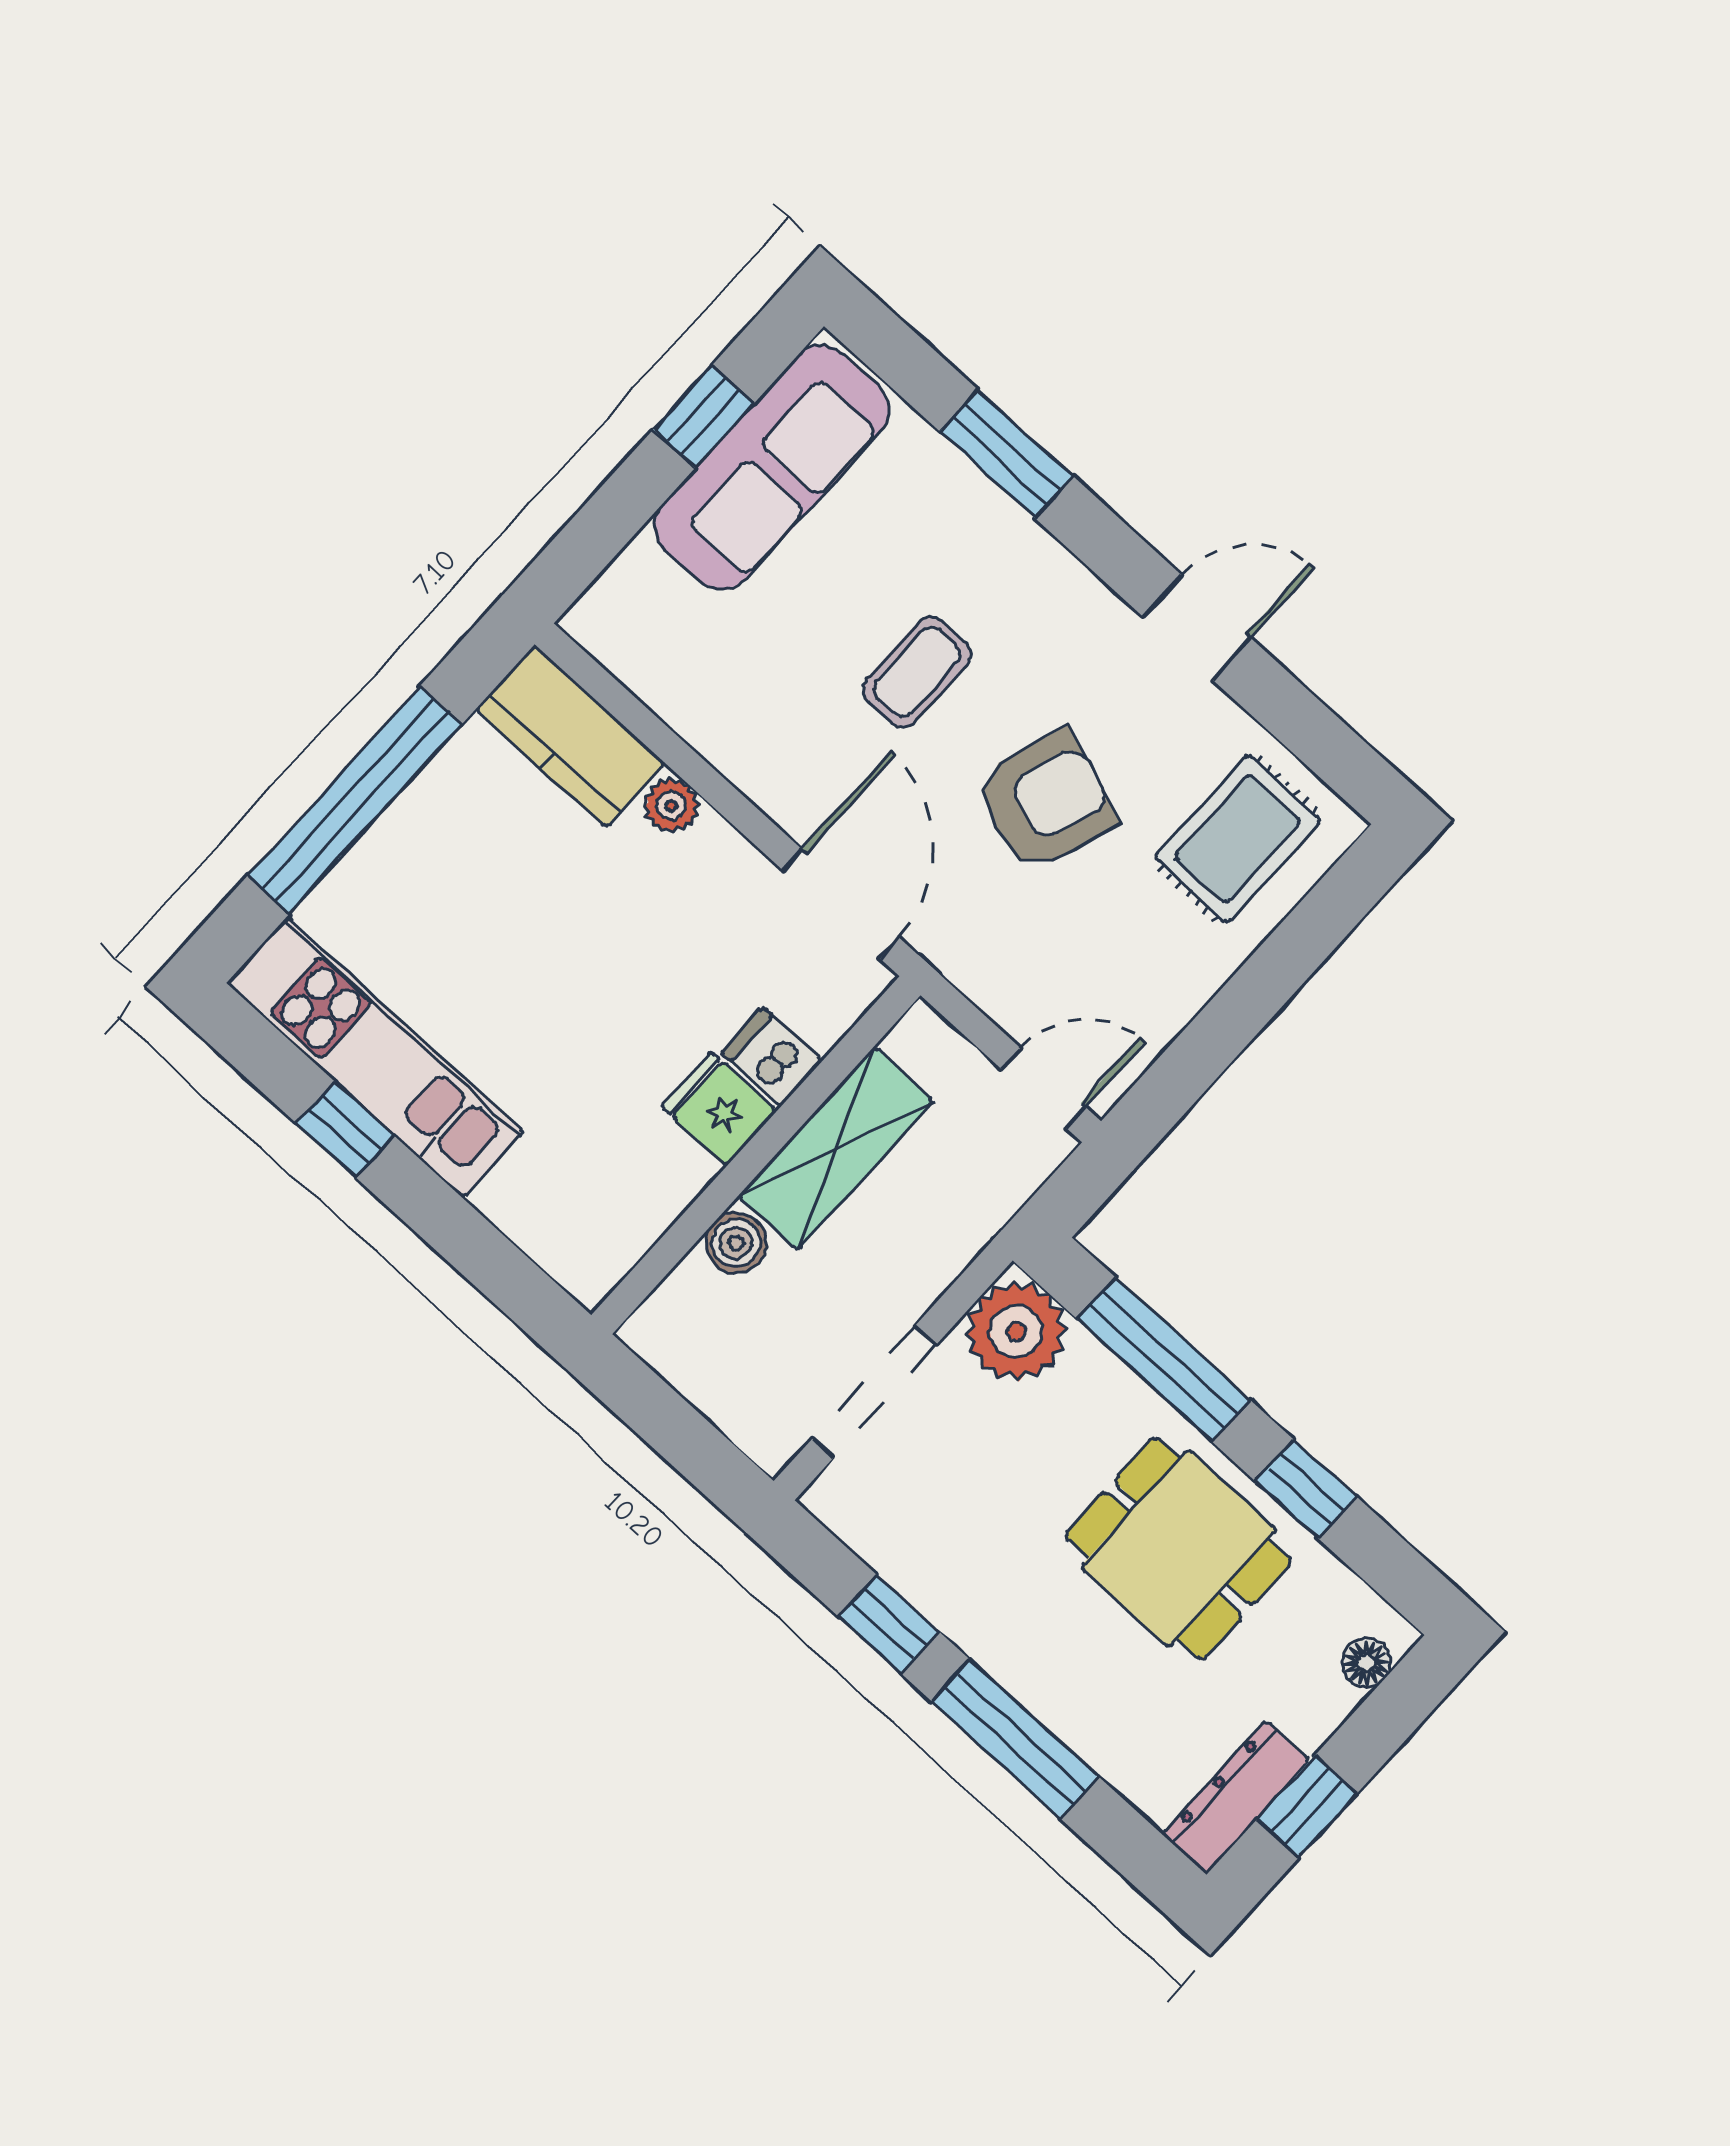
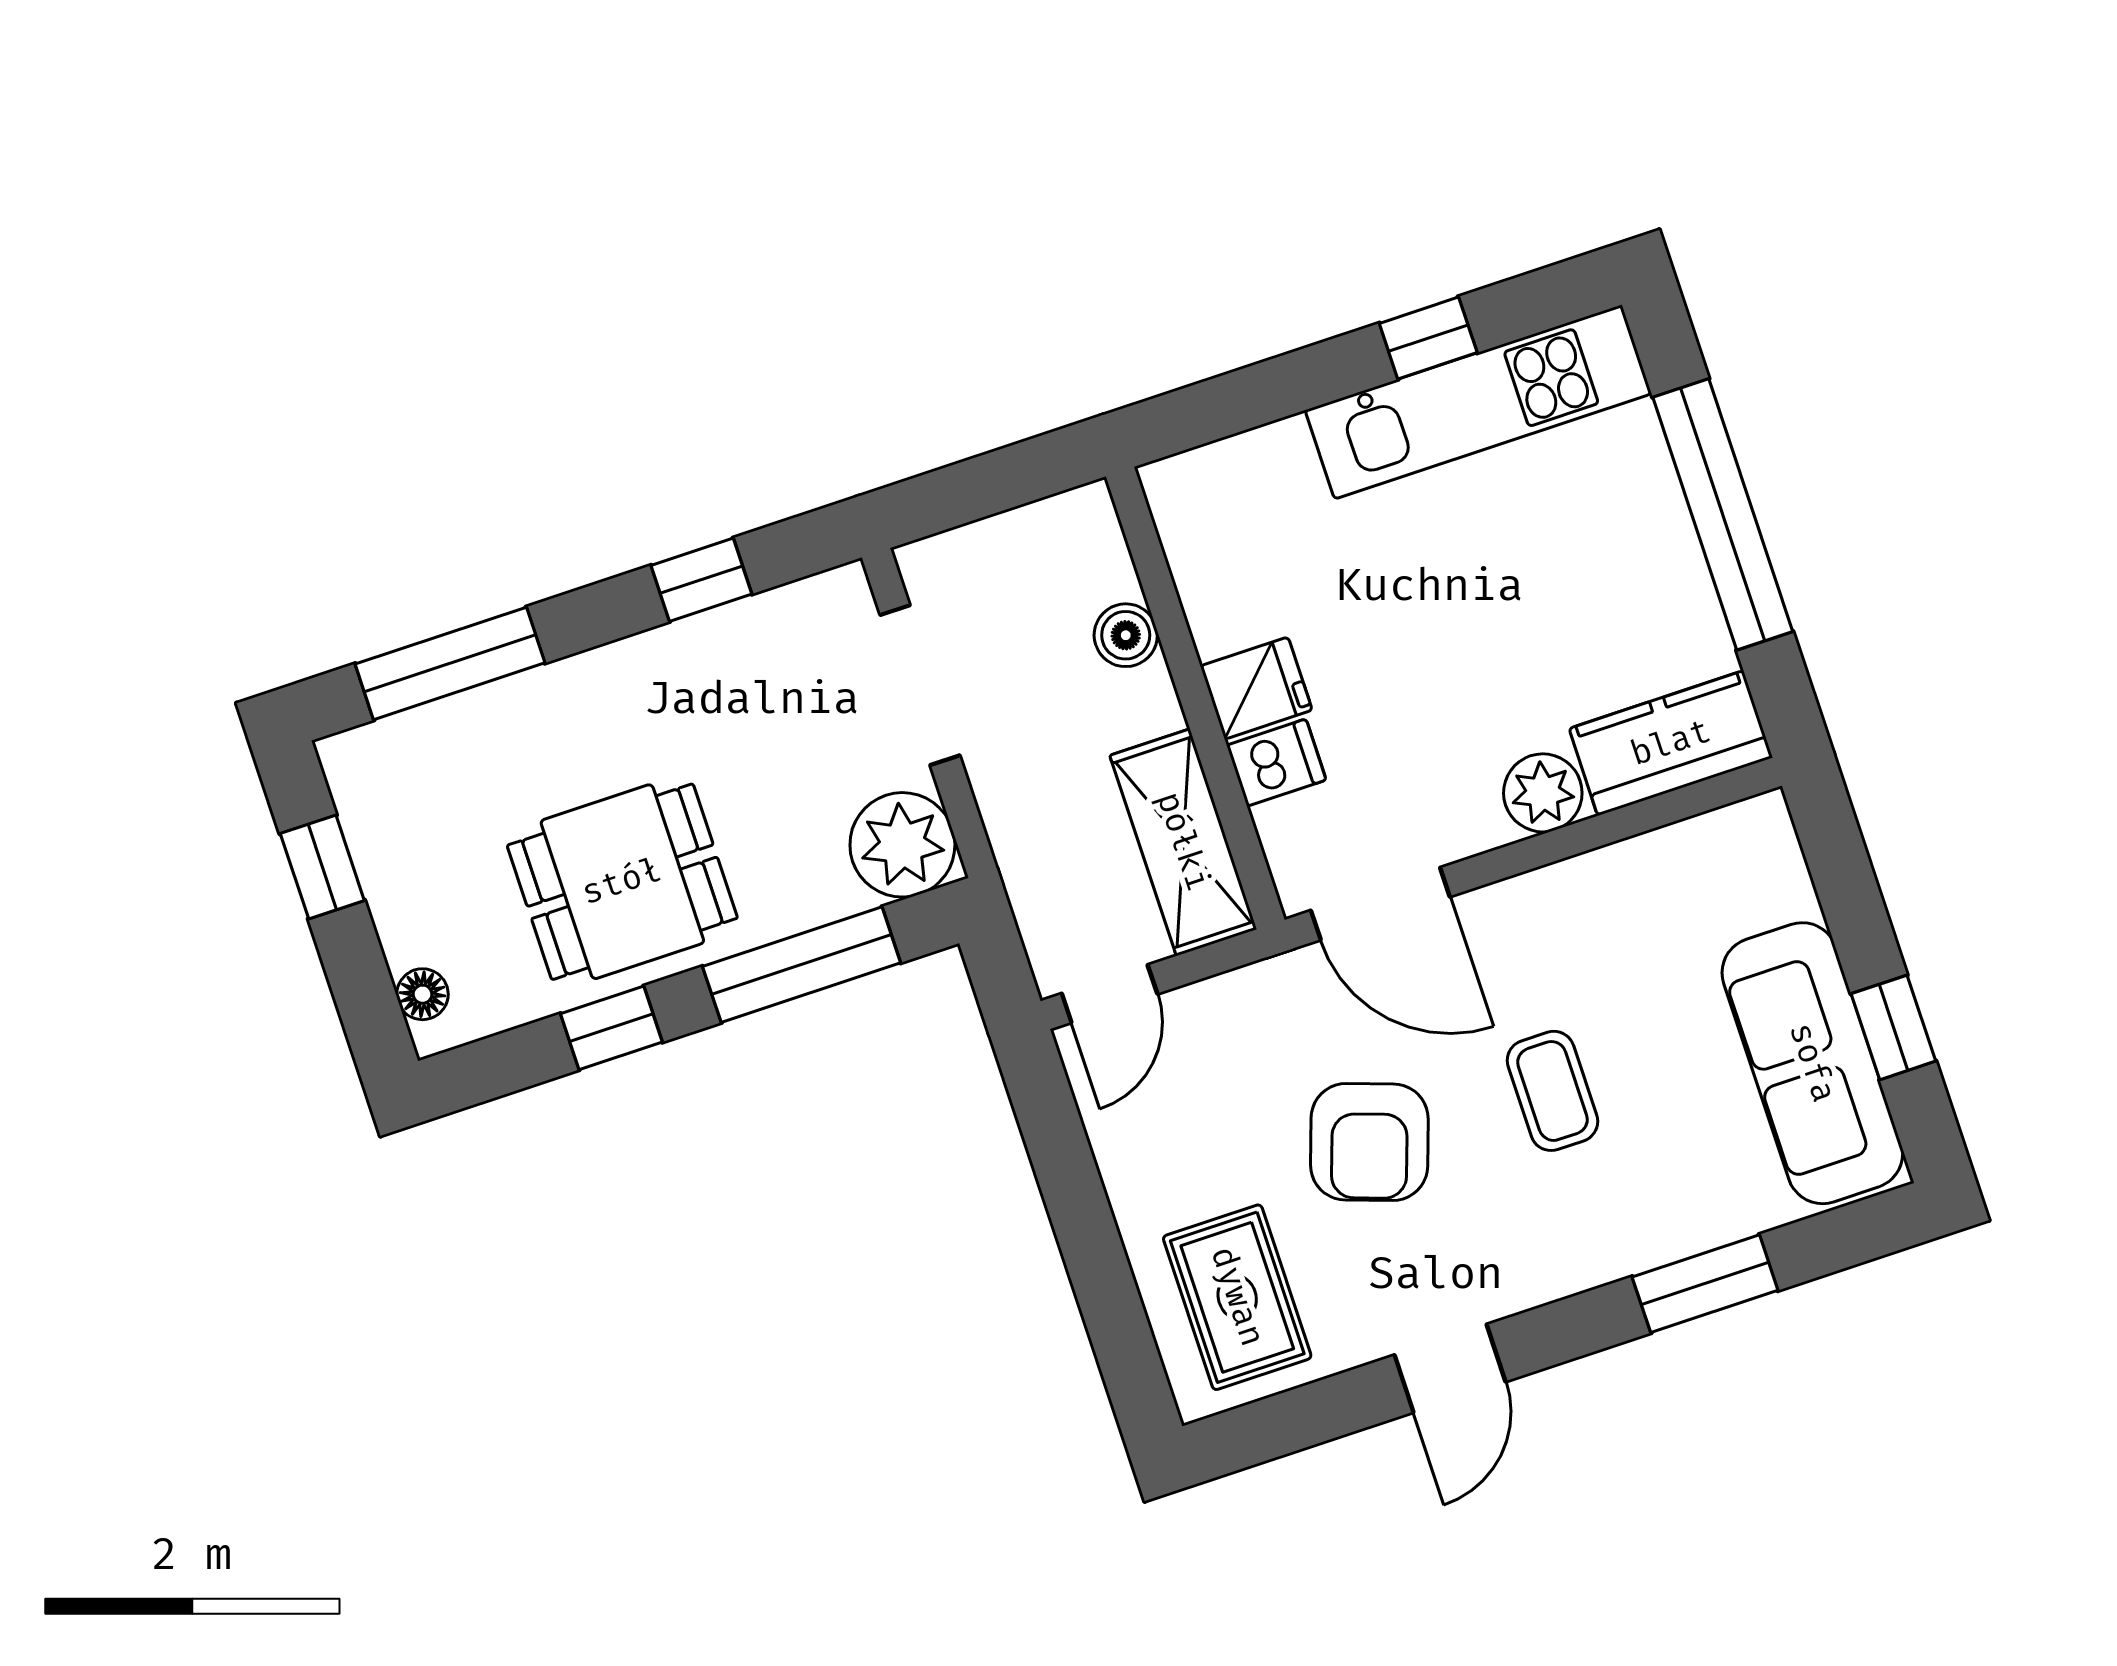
plant: (671, 805) -> (1543, 793), width x1.38, depth x1.38
shelving: (836, 1148) -> (1183, 842), moved
window: (1015, 1739) -> (450, 663), moved
dresser: (1236, 1797) -> (367, 807), removed

